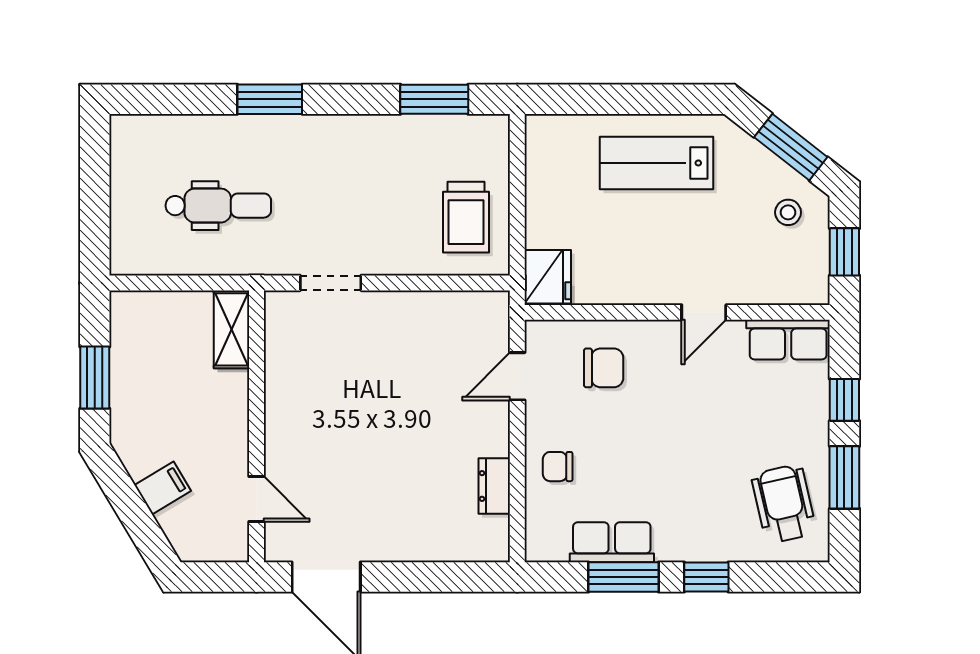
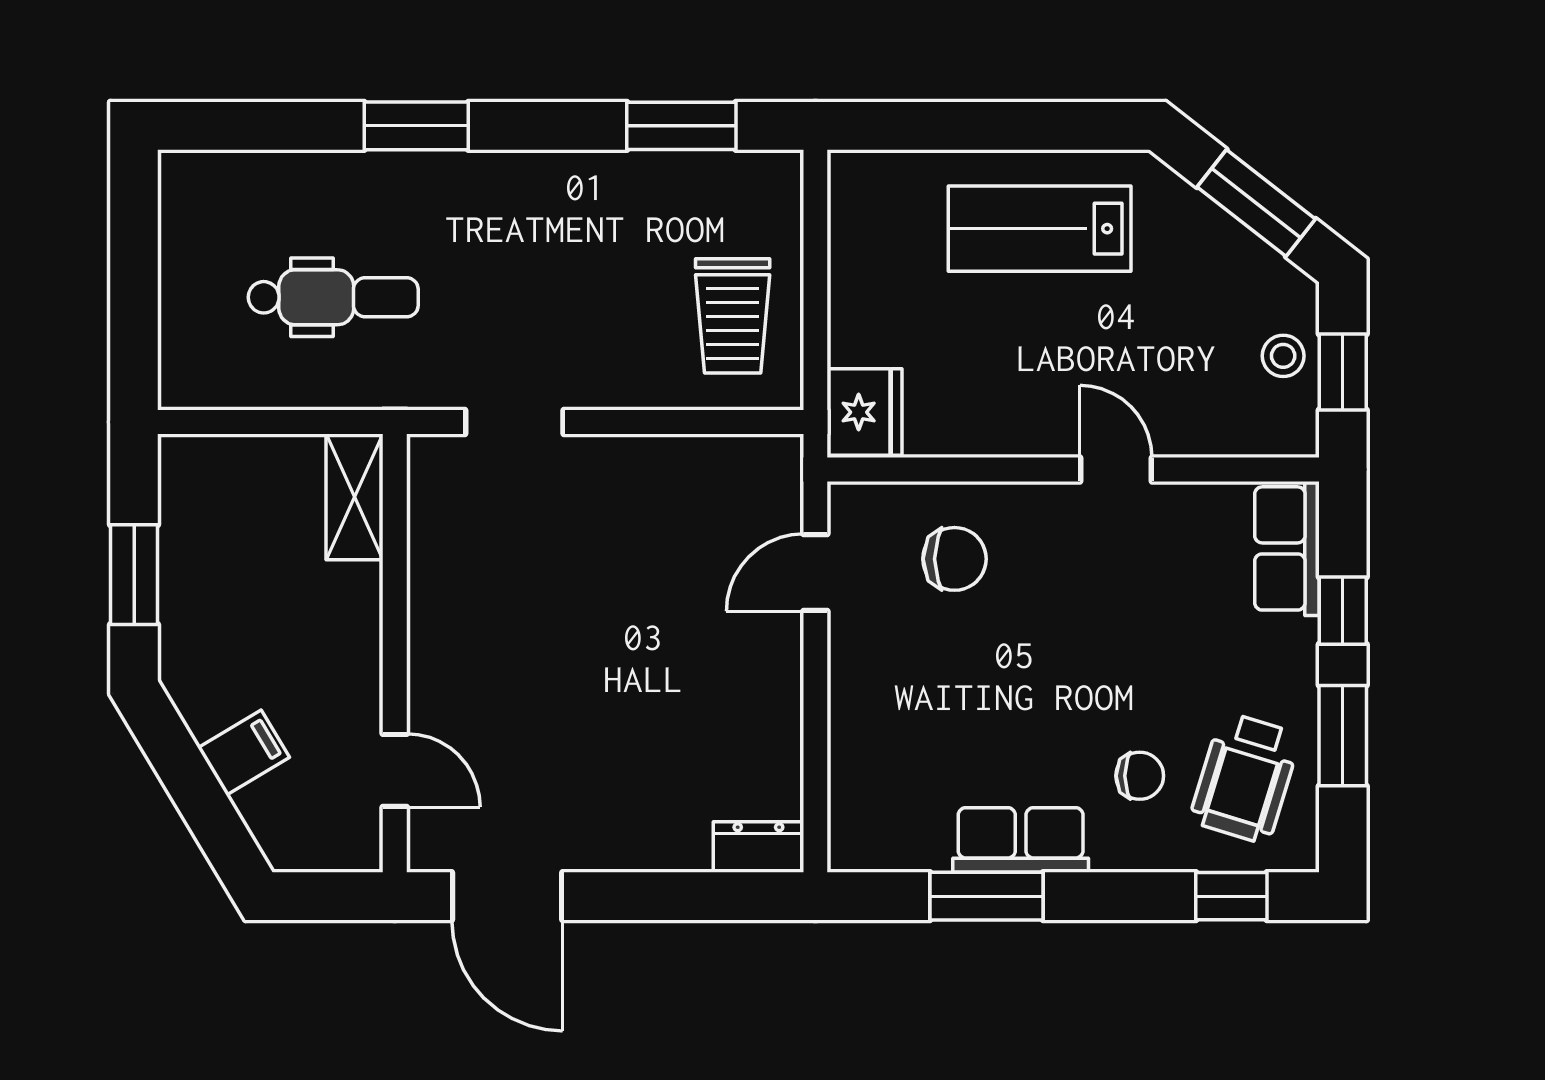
stool: (788, 212) -> (1283, 356), moved
door: (704, 312) -> (1116, 469), swing flipped
row of seats: (788, 340) -> (1287, 548), moved, turned 90
chair: (558, 467) -> (1140, 776), moved, turned 180
dresser: (494, 486) -> (758, 847), moved, turned 90
wheelchair: (784, 504) -> (1245, 778), turned -150
row of seats: (612, 542) -> (1021, 840), moved
window: (706, 577) -> (1231, 896), moved

